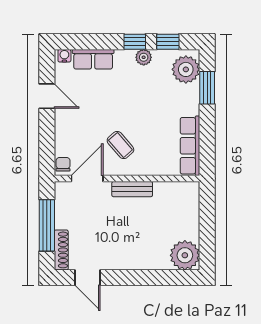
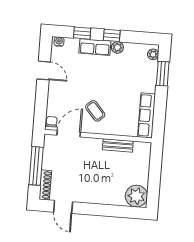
window: (168, 42) -> (82, 33), moved
row of seats: (93, 59) -> (95, 47), moved
plant: (186, 69) -> (153, 54), width x0.53, depth x0.53
bench: (132, 189) -> (118, 145), moved

